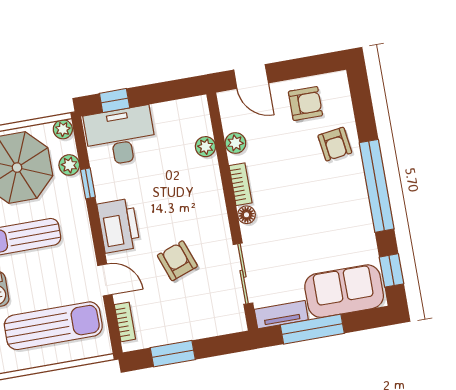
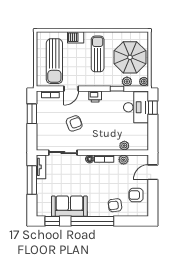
armchair: (305, 103) -> (136, 195), turned 90
printer: (119, 226) -> (95, 97), width x0.53, depth x0.68
sofa: (344, 291) -> (69, 206), moved, turned -90

